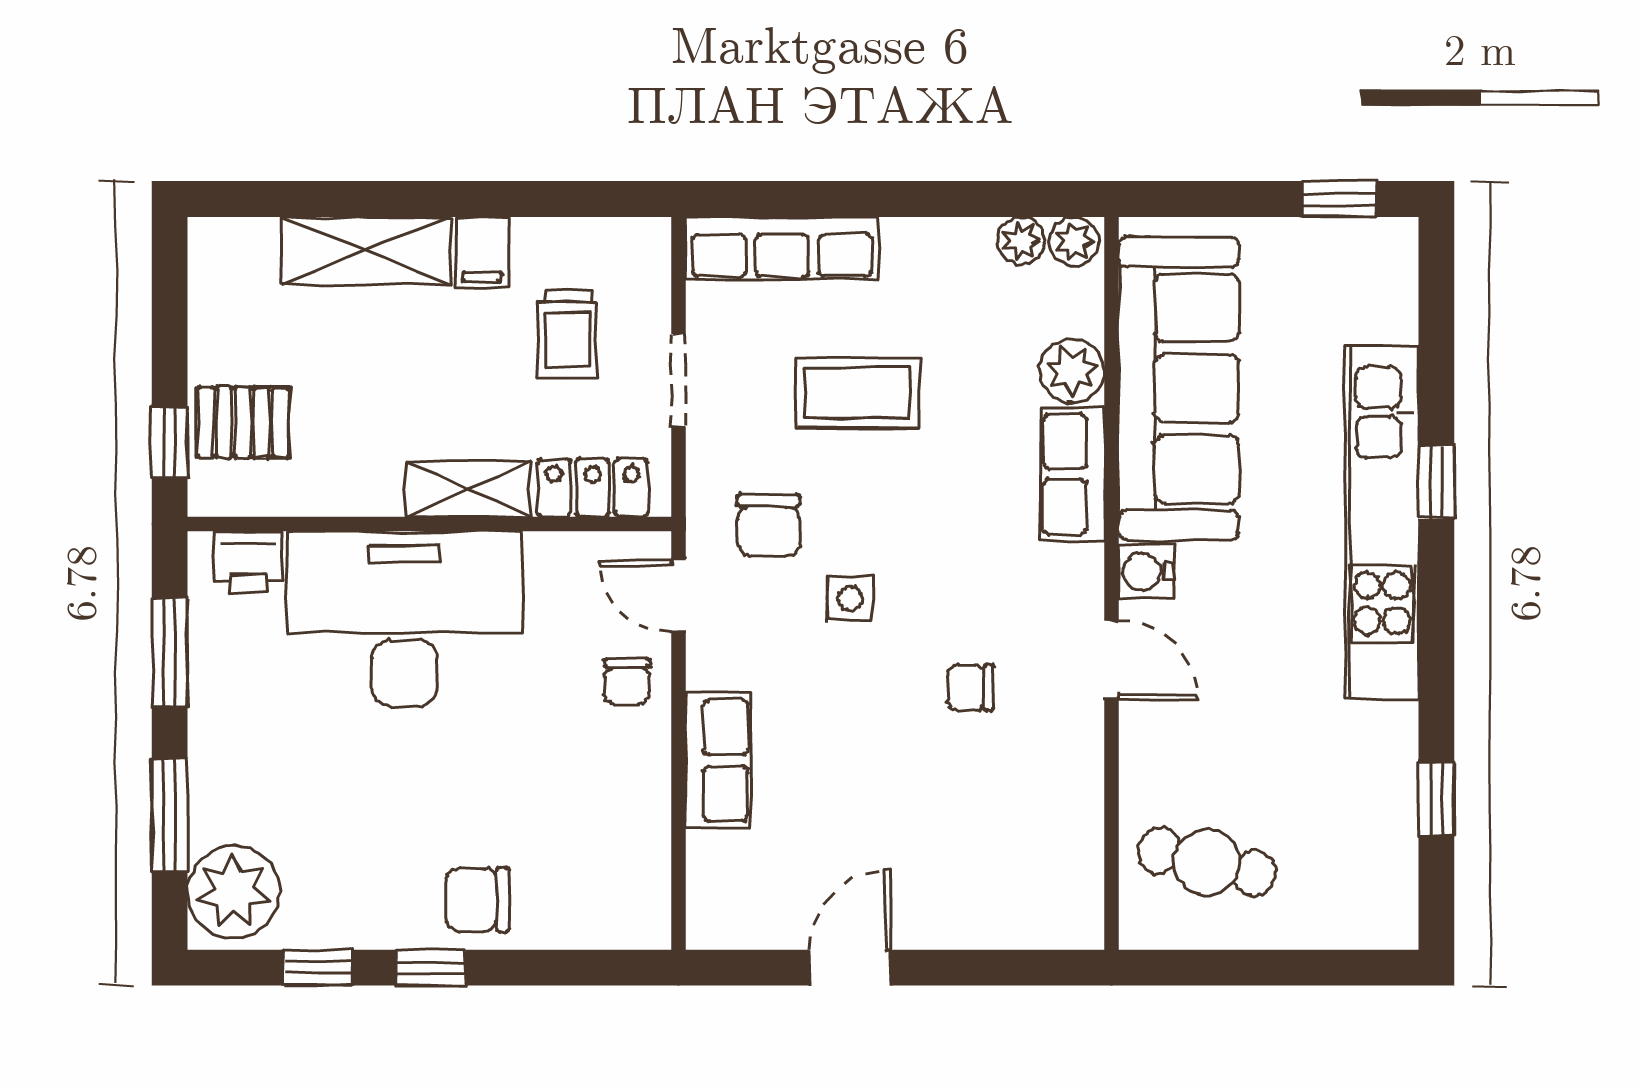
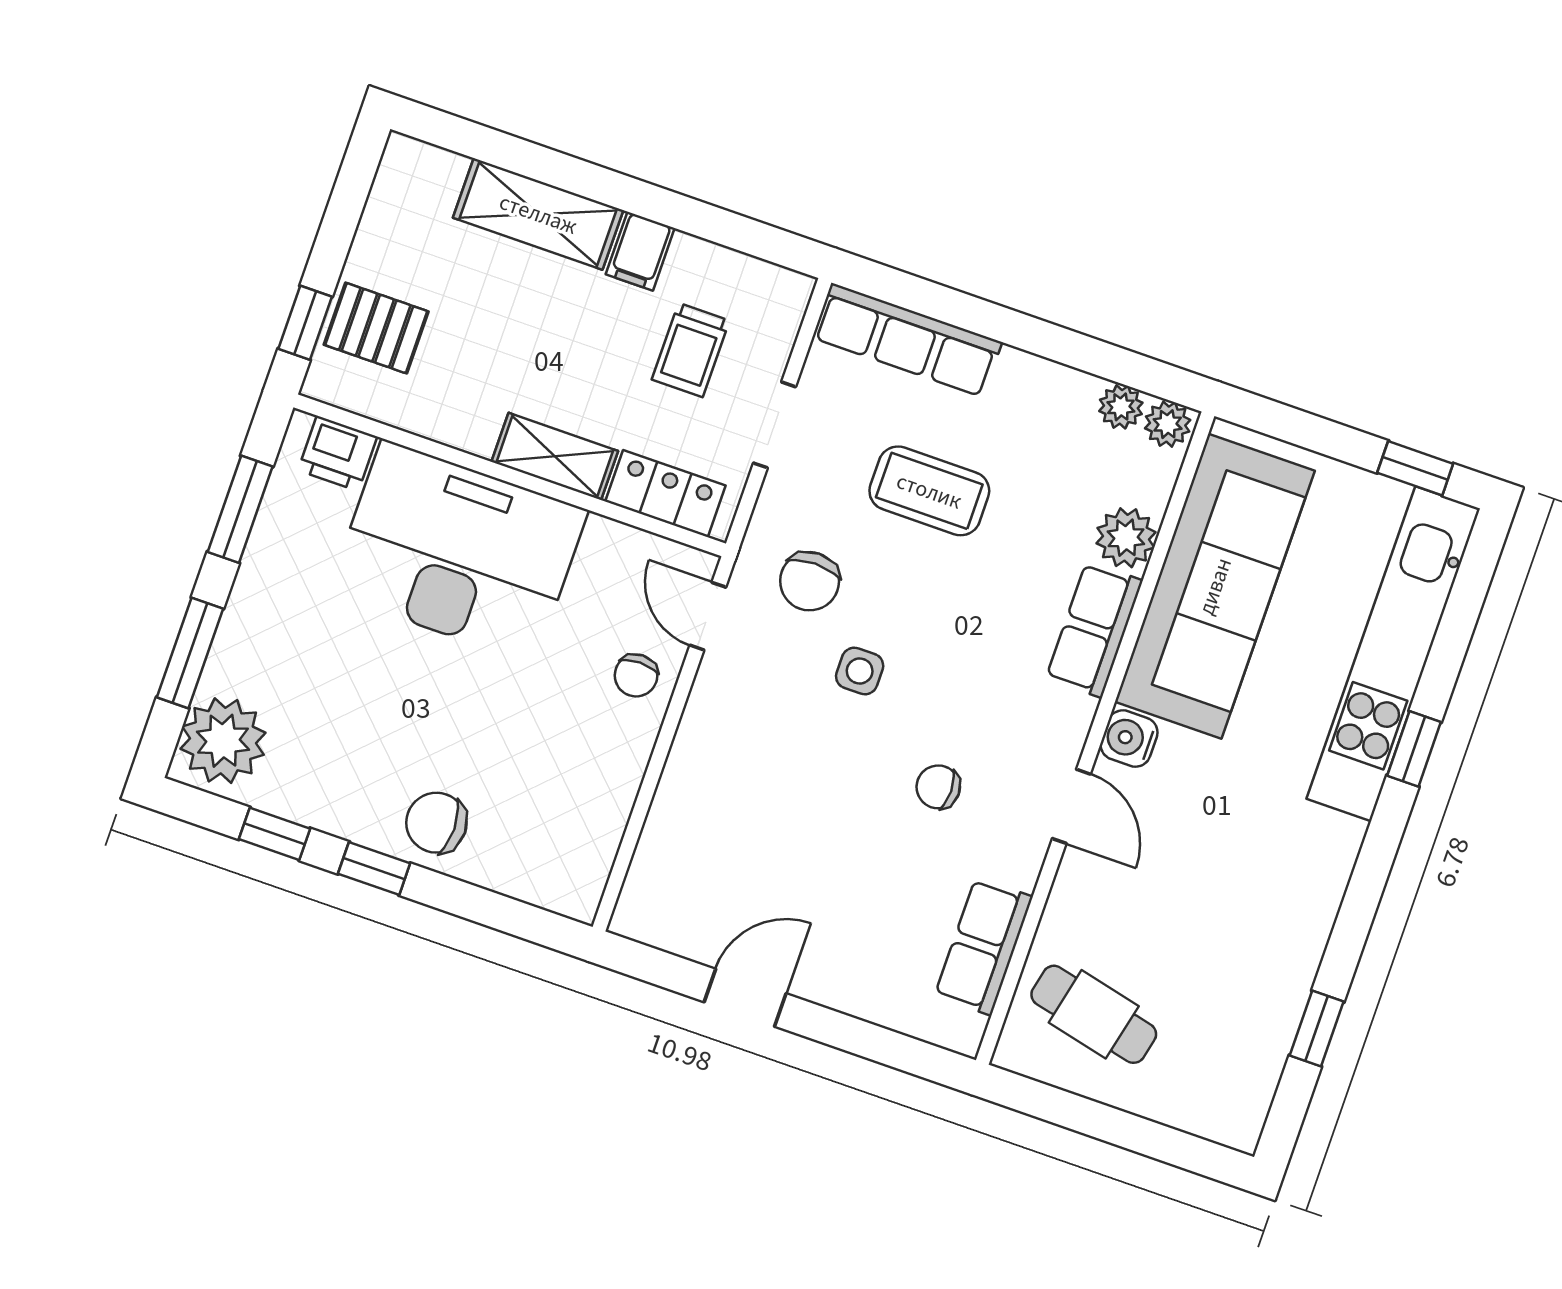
kitchen unit: (1382, 522) -> (1393, 654), moved
row of seats: (718, 760) -> (984, 946), moved, turned 180

